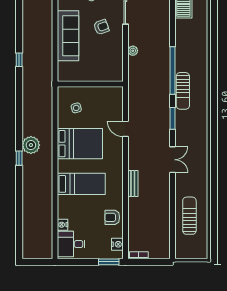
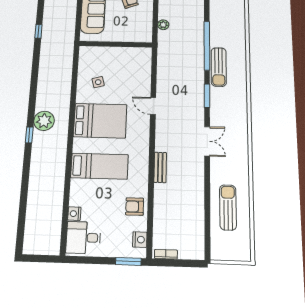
wall: (90, 84) -> (116, 44), moved

